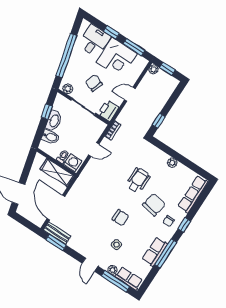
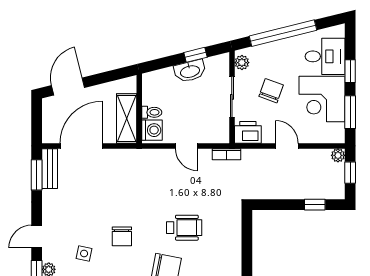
window: (159, 121) -> (315, 205), moved
bidet: (50, 137) -> (166, 80), removed
plant: (172, 163) -> (235, 257), removed

